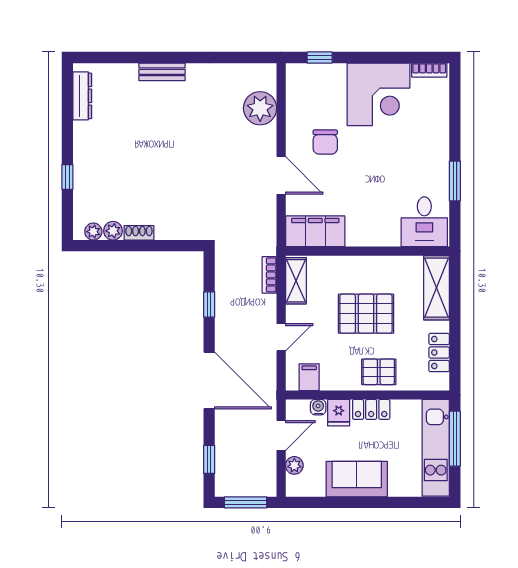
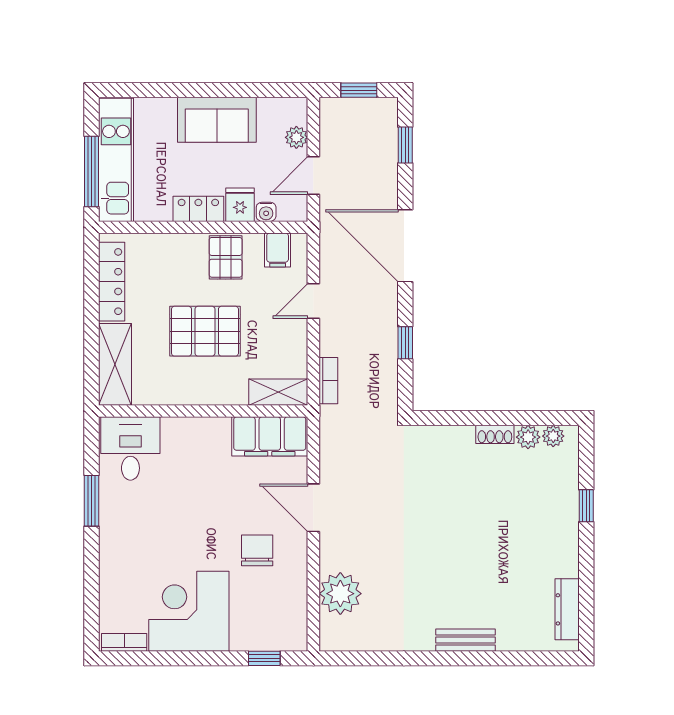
shelving: (296, 281) -> (278, 392), moved, turned 90
locker: (439, 353) -> (112, 282), width x1.53
pallet: (379, 372) -> (226, 257), moved, turned 90
window: (245, 502) -> (359, 90), width x0.67

